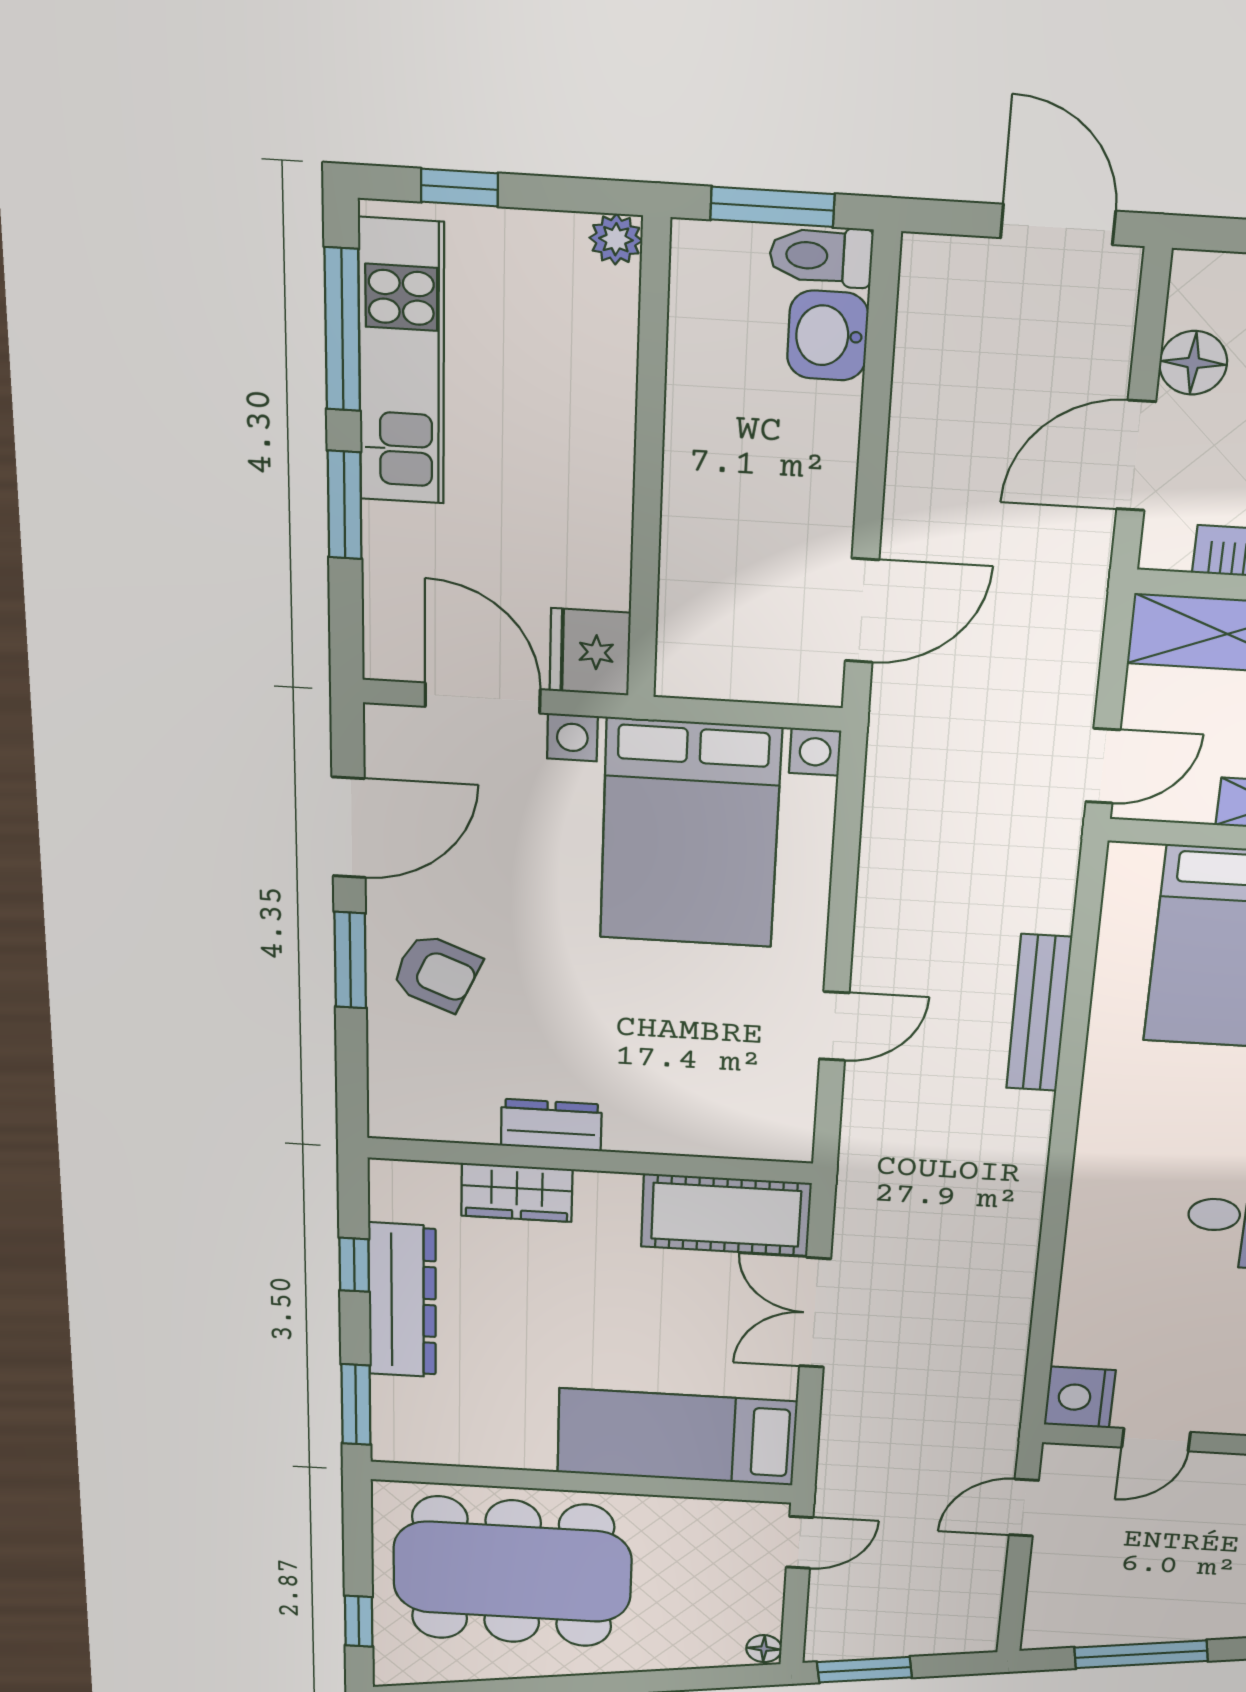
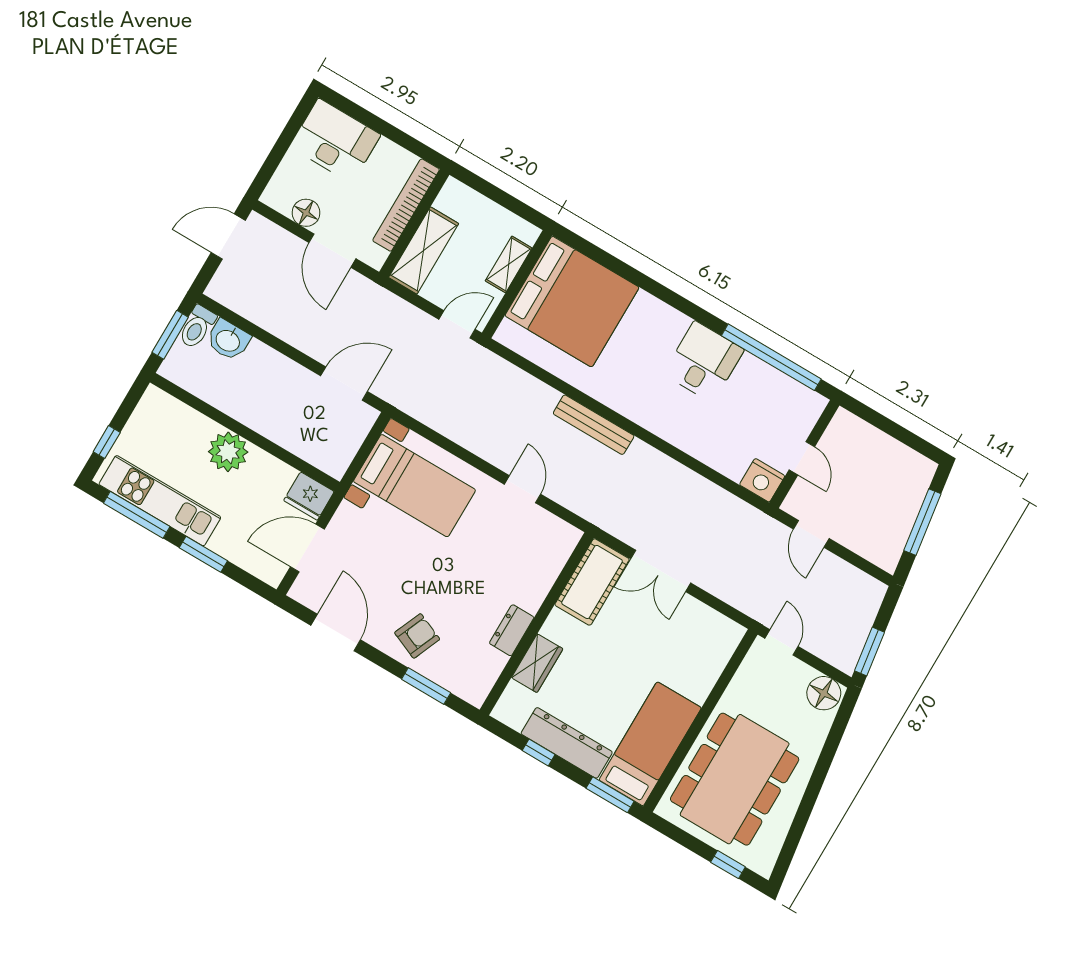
plant: (616, 239) -> (228, 452), moved, width x1.87, depth x1.87
door: (862, 611) -> (344, 384), hinge flipped
door: (1103, 766) -> (457, 324), hinge flipped
bed with nightstands: (690, 834) -> (414, 486), width x0.73
window: (350, 960) -> (426, 686), moved
bench: (1039, 1013) -> (594, 425), moved
bed: (677, 1437) -> (650, 744), moved, turned 180
floor lamp: (764, 1649) -> (824, 693), width x1.89, depth x1.89

